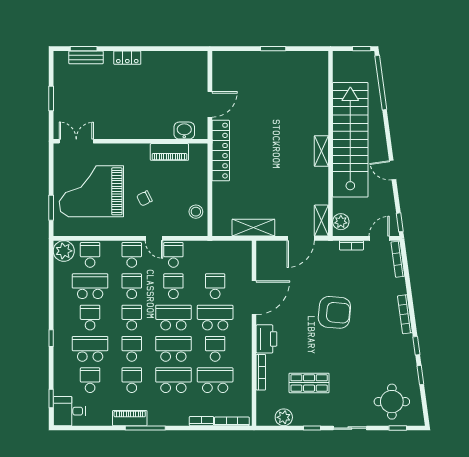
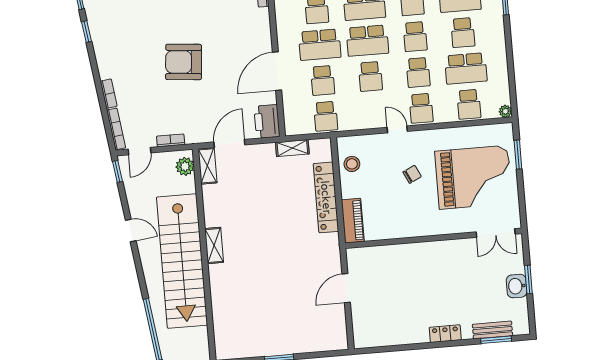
washbasin: (184, 131) -> (517, 286), moved, turned 90
locker: (221, 151) -> (326, 197), moved
piano: (169, 152) -> (353, 221), moved, turned 90
shelving: (253, 228) -> (292, 148), width x0.67, depth x0.75
plant: (64, 251) -> (505, 111), width x0.53, depth x0.53
school desk: (173, 255) -> (326, 116), moved
bookcase: (405, 314) -> (109, 94), moved, width x0.64
printer: (266, 339) -> (267, 121), moved

